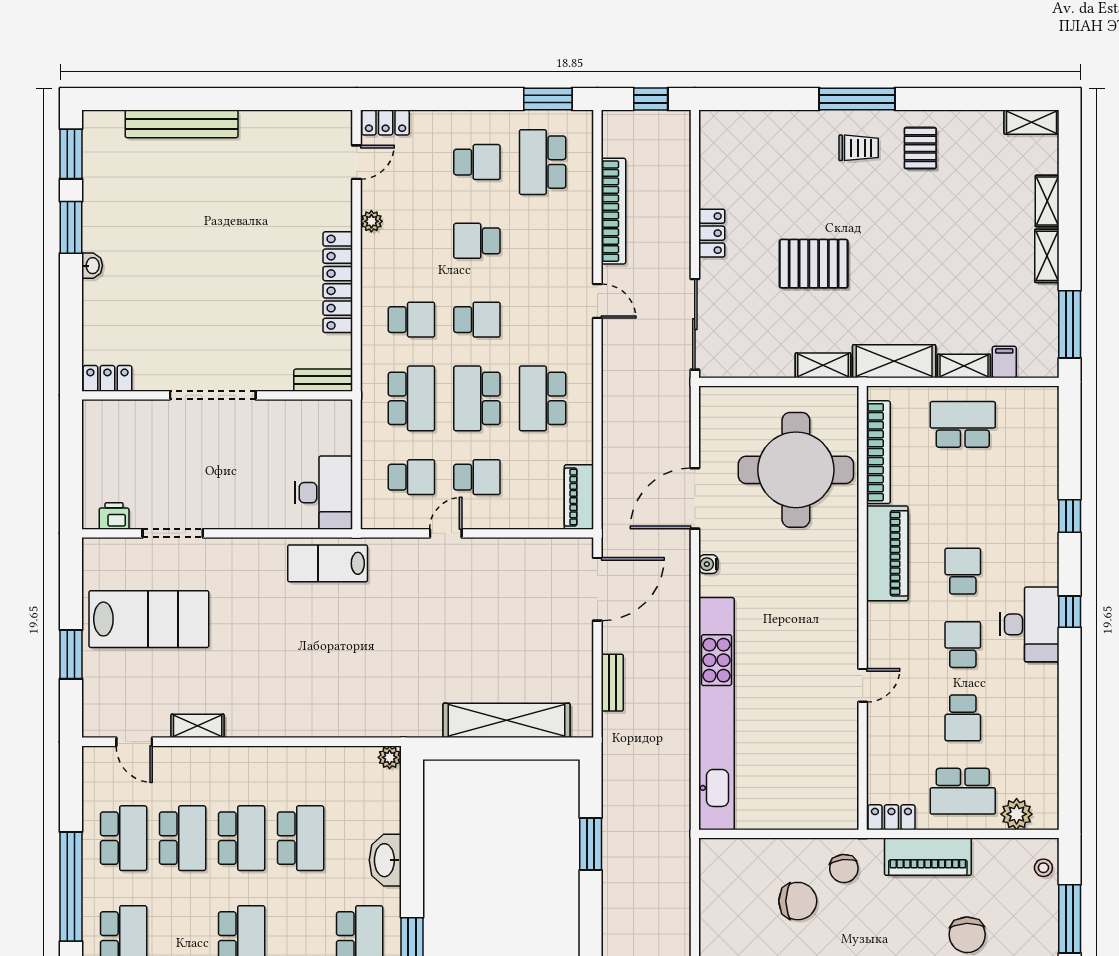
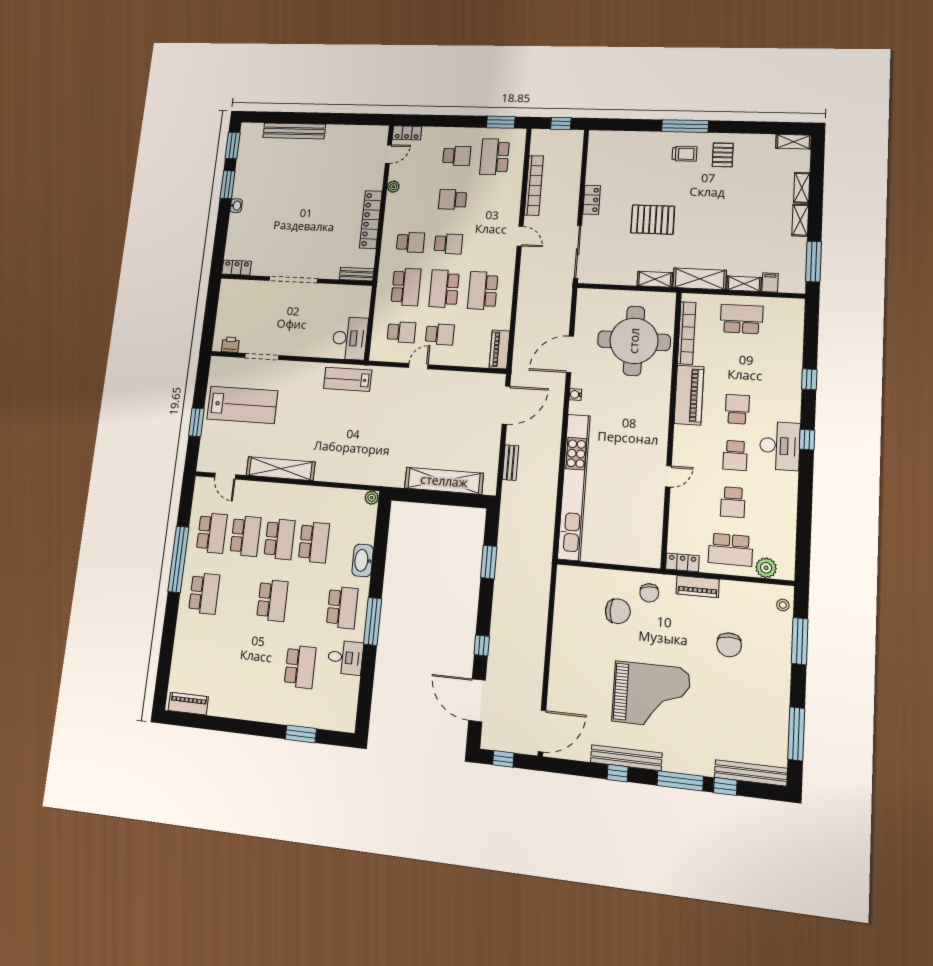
school desk: (963, 645) -> (735, 455), turned 180
shelving: (198, 726) -> (281, 469), width x2.20, depth x1.33
piano: (928, 857) -> (698, 587), width x0.73, depth x0.75

